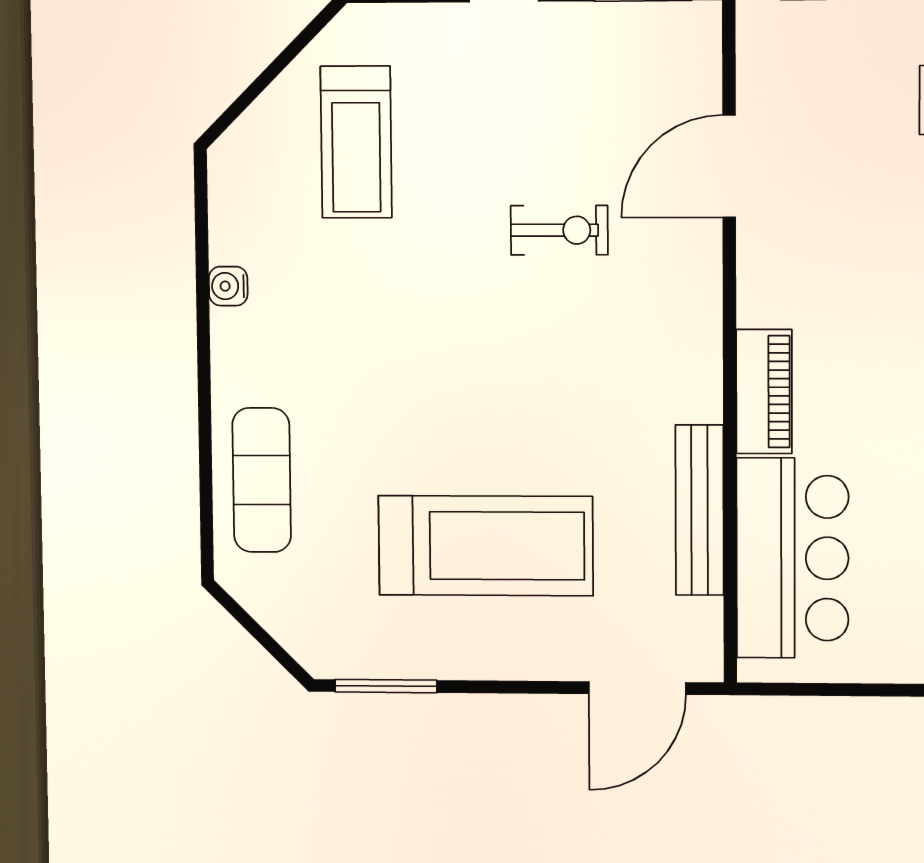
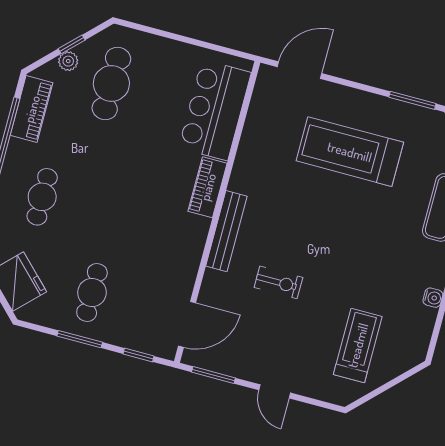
door: (729, 166) -> (187, 324), moved
exercise bike: (559, 230) -> (278, 282), turned 180
bench: (700, 510) -> (226, 231), moved

